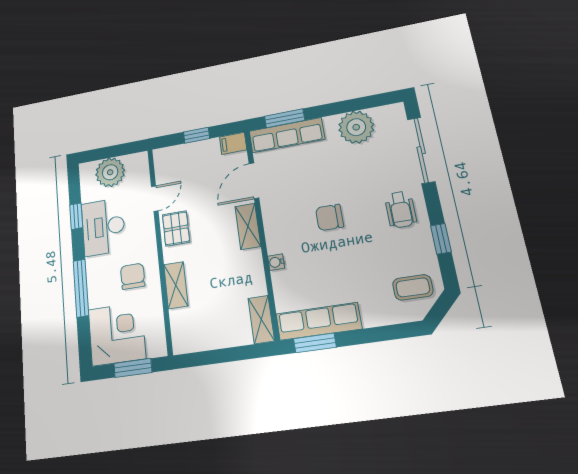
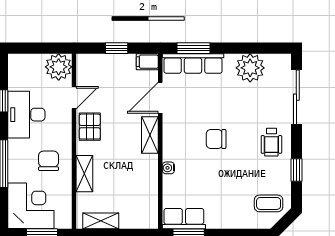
plant: (110, 172) -> (59, 67), moved
shelving: (261, 320) -> (101, 221), moved, turned 90
row of seats: (319, 321) -> (184, 219), width x0.68

